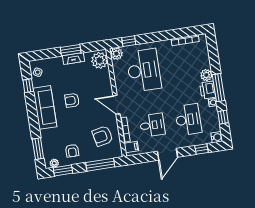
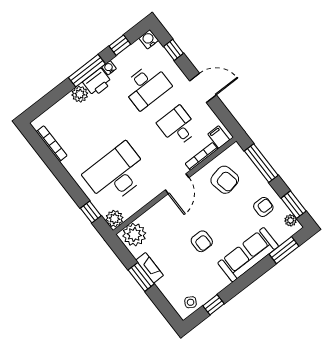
sofa: (45, 107) -> (248, 255), moved
desk: (188, 120) -> (146, 86), turned 180

